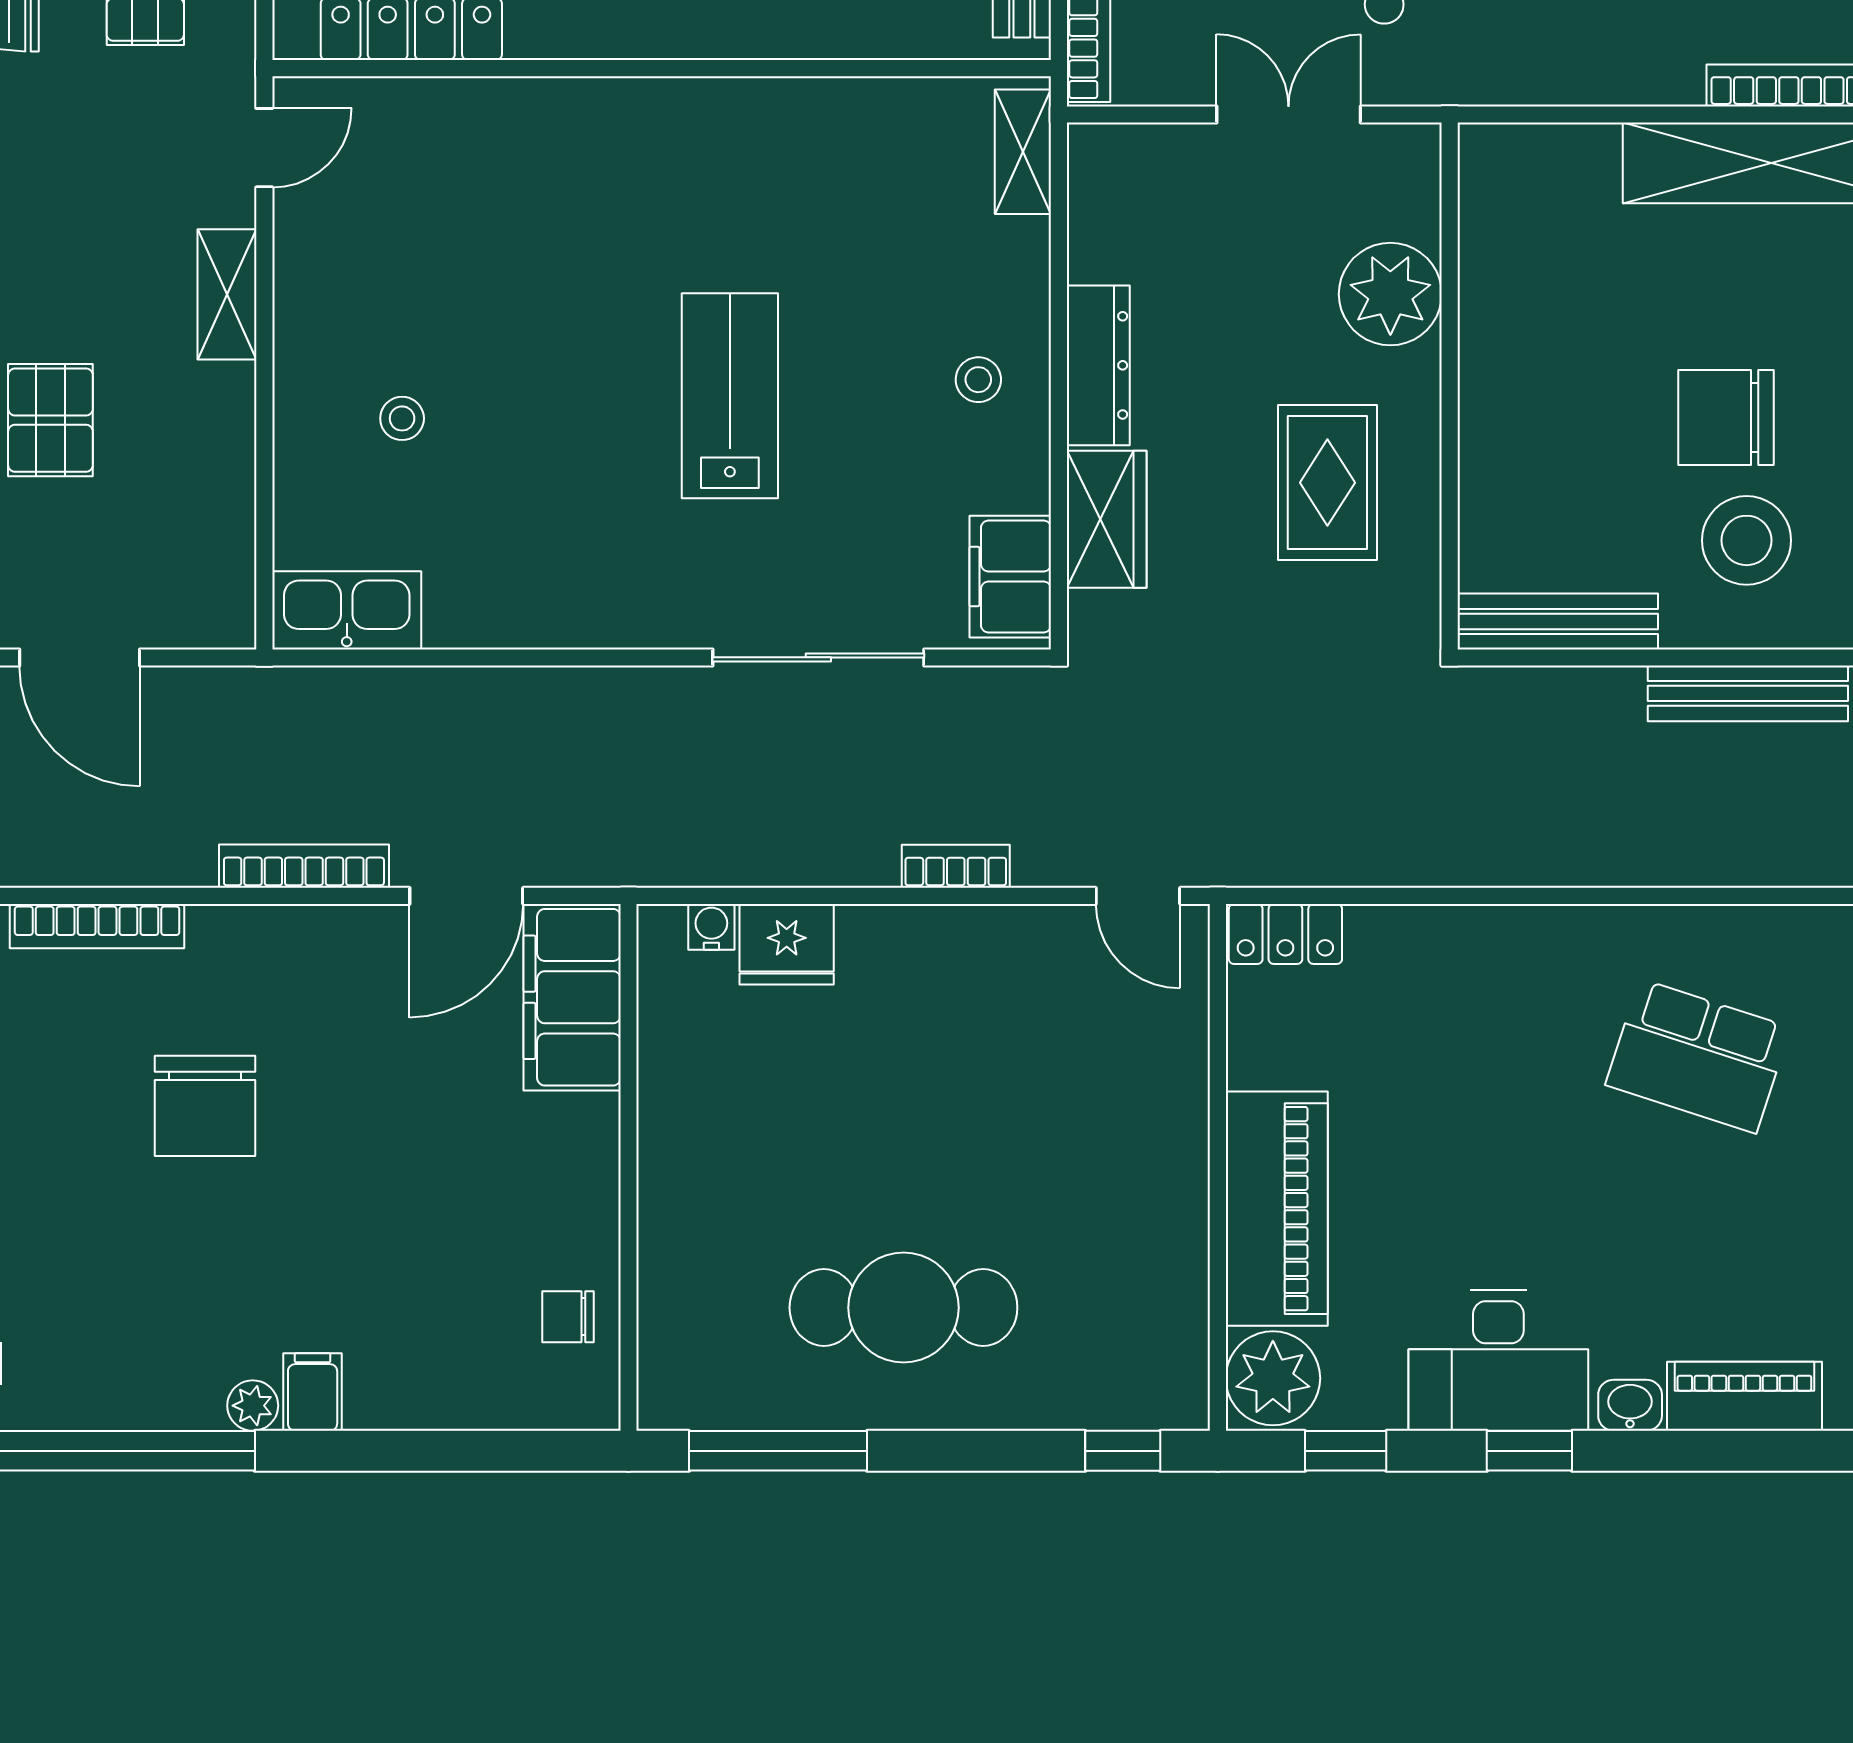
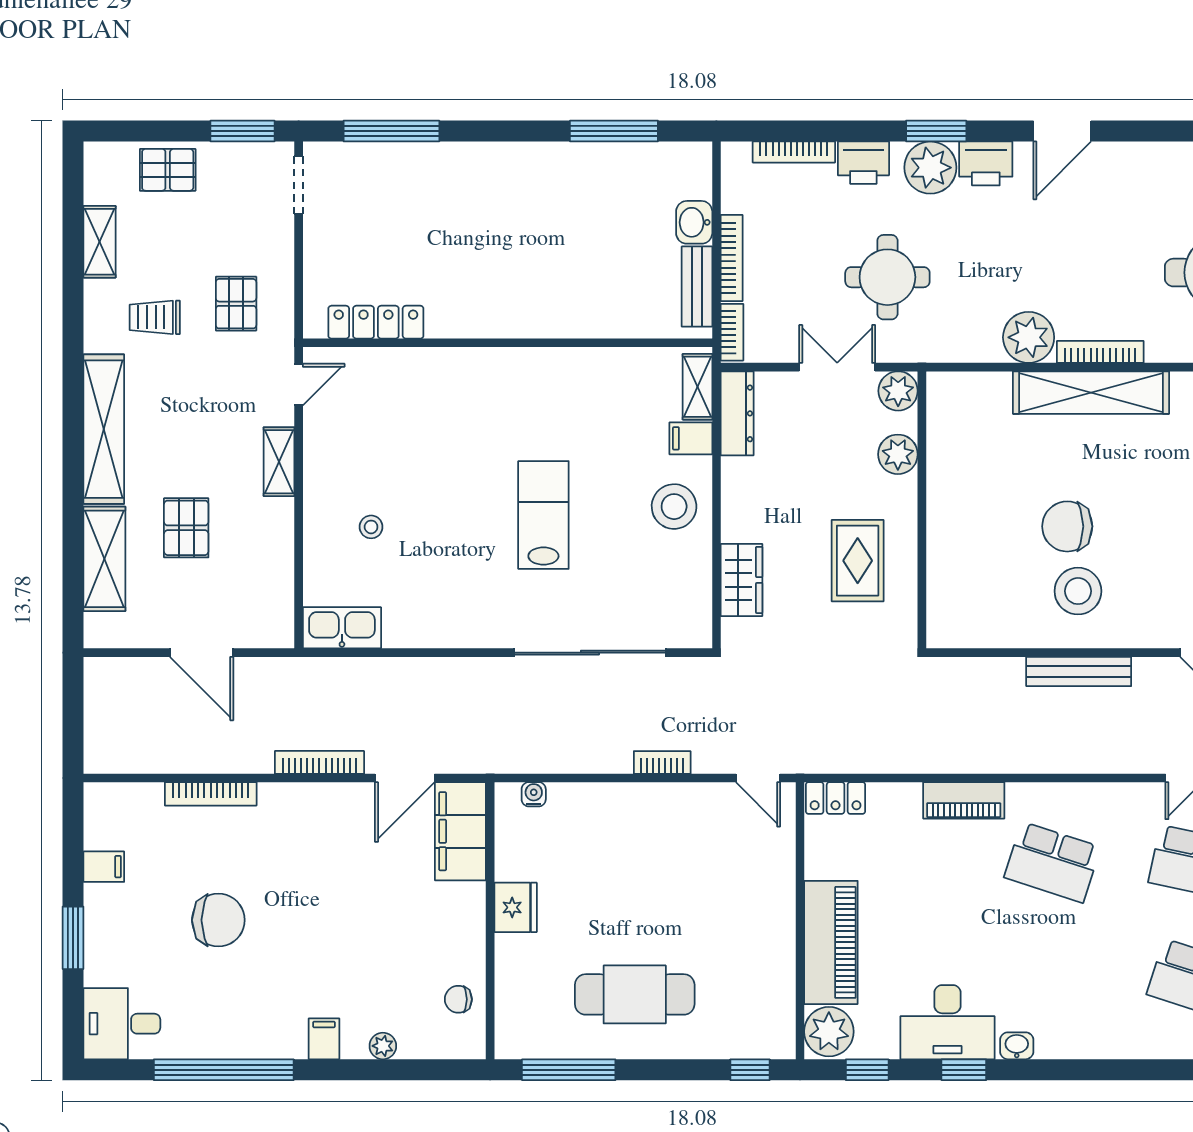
plant: (1653, 58) -> (1029, 337), added
plant: (1404, 160) -> (898, 391), added
plant: (1390, 294) -> (898, 454), width x0.73, depth x0.73
dresser: (1098, 365) -> (737, 413), moved
stool: (978, 380) -> (674, 507), width x1.89, depth x1.89
filing cabinet: (1010, 577) -> (691, 438), moved, width x0.50
bench: (1558, 622) -> (979, 634), removed
sliding door: (818, 657) -> (590, 653), width x1.36
fridge: (787, 944) -> (516, 907), moved, turned -90
chair: (205, 1106) -> (218, 920), moved, turned -90
piano: (1744, 1396) -> (964, 800), moved, turned 180
plant: (253, 1406) -> (383, 1046), moved

